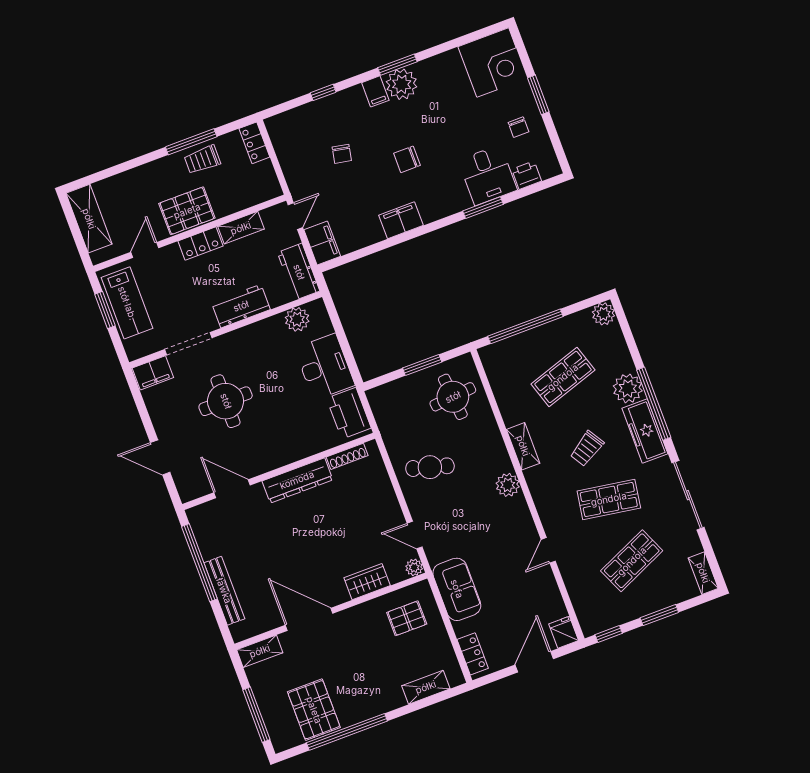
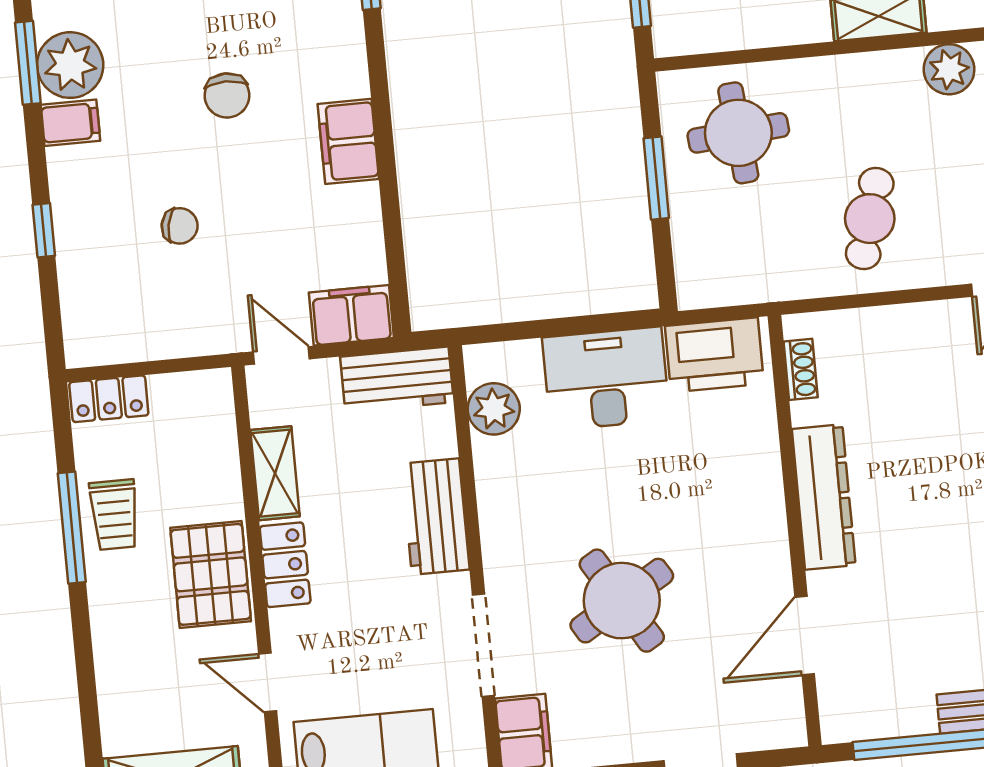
round table: (226, 401) -> (622, 601), turned -31
shoe rack: (347, 456) -> (801, 369), width x0.70

